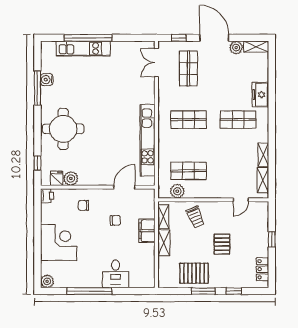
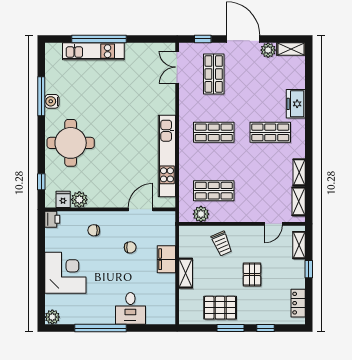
water cooler: (47, 80) -> (52, 101), moved
shelving: (163, 217) -> (299, 245), moved

